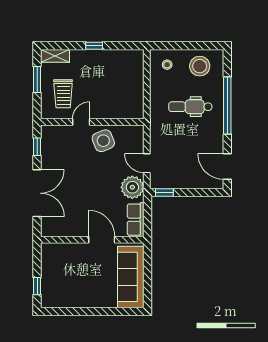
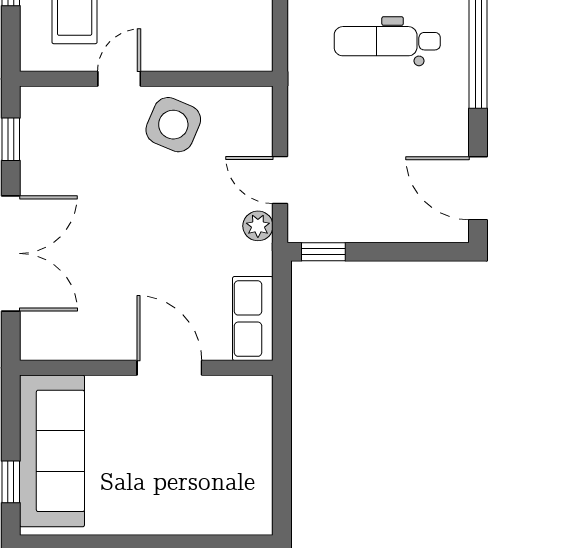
side table: (103, 141) -> (173, 125), turned 45
plant: (132, 187) -> (258, 226), width x0.53, depth x0.53
sofa: (131, 277) -> (52, 451), moved, turned 180

